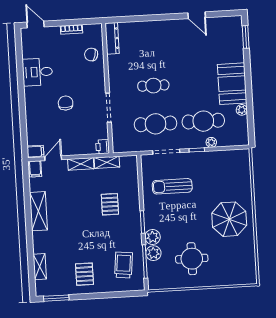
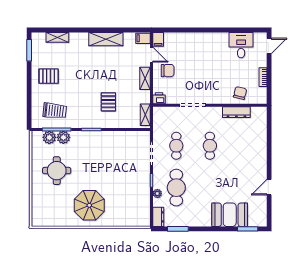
dresser: (112, 38) -> (236, 112), moved
desk: (37, 72) -> (241, 45), moved
booth: (232, 84) -> (230, 215), moved
chair: (66, 103) -> (168, 71), moved
plant: (242, 110) -> (184, 222), removed
window: (250, 117) -> (178, 229), added
cafe table: (156, 124) -> (176, 146), width x0.73, depth x0.74
dresser: (238, 140) -> (158, 217), added
shelving: (107, 162) -> (145, 115), moved
sun lounger: (172, 186) -> (121, 157), removed
pallet: (110, 204) -> (108, 102), turned 90
plant: (153, 237) -> (49, 137), moved

